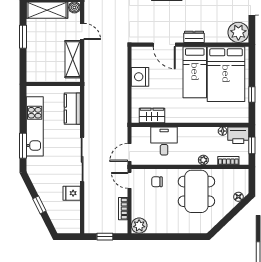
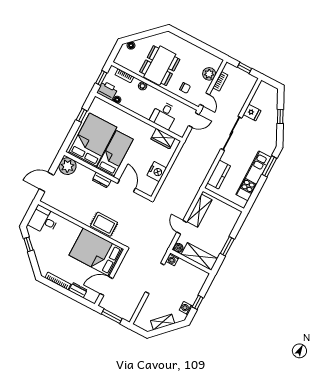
plant: (139, 226) -> (209, 74), moved

